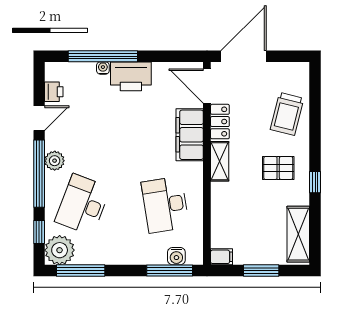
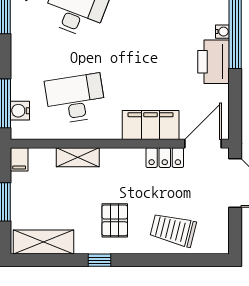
shelving: (220, 161) -> (78, 157), moved

